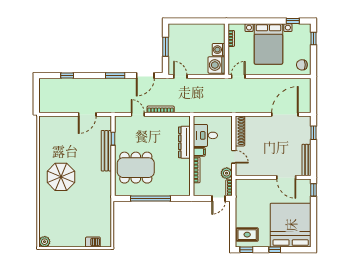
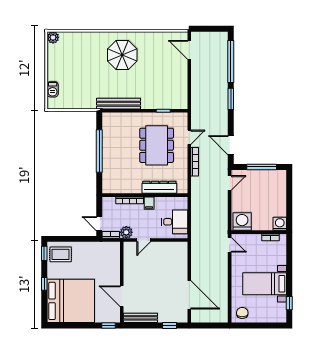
window: (314, 38) -> (270, 325), removed
bed with nightstands: (268, 44) -> (265, 284), width x0.73
window: (166, 47) -> (262, 167), width x1.44
washing machine: (219, 50) -> (280, 224), moved
window: (67, 76) -> (231, 62), width x3.17
window: (115, 76) -> (231, 99), moved
door: (87, 114) -> (189, 50), moved
shoe rack: (240, 131) -> (171, 247), removed
desk: (205, 135) -> (175, 222), moved, turned 90
bench: (106, 151) -> (118, 104), moved
dining table: (136, 168) -> (157, 145), moved
door: (286, 177) -> (122, 296), hinge flipped
rug: (247, 235) -> (61, 254), turned 90

